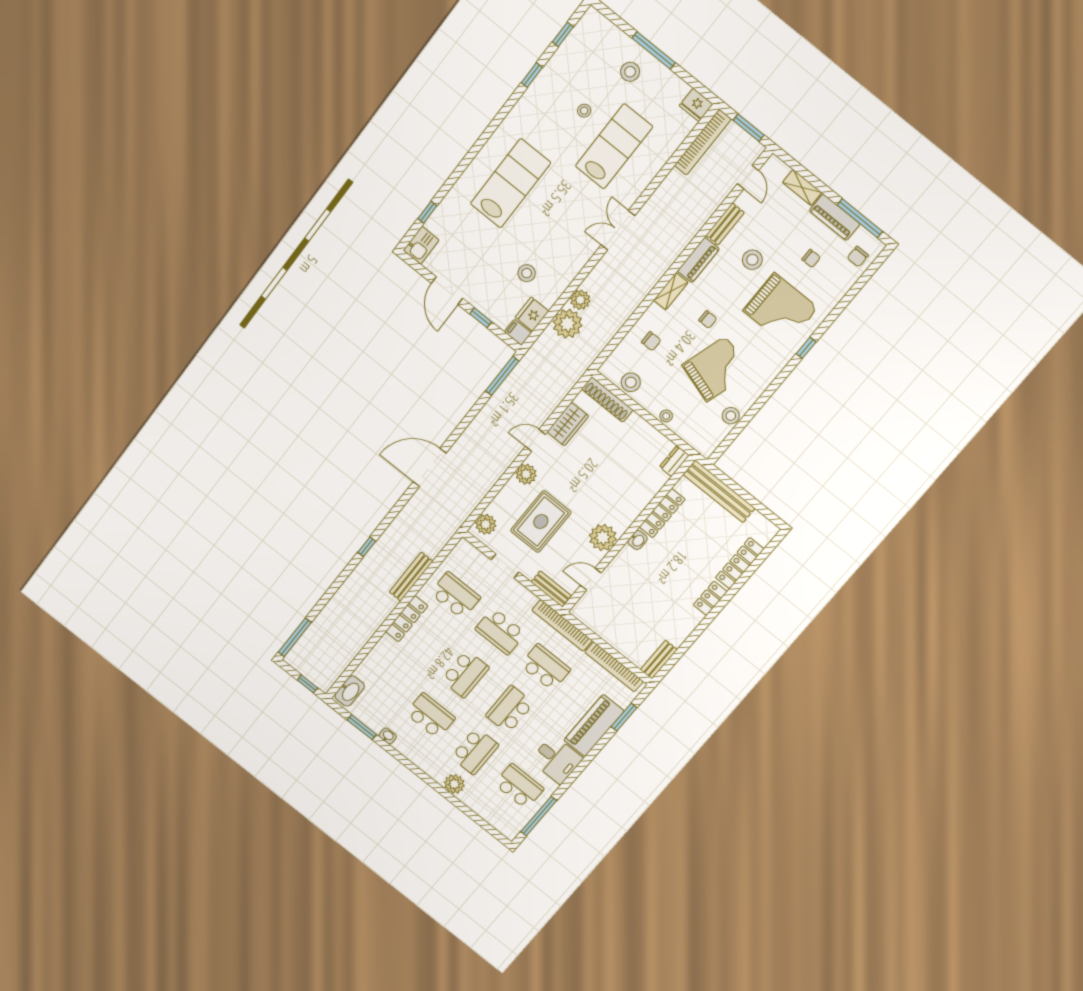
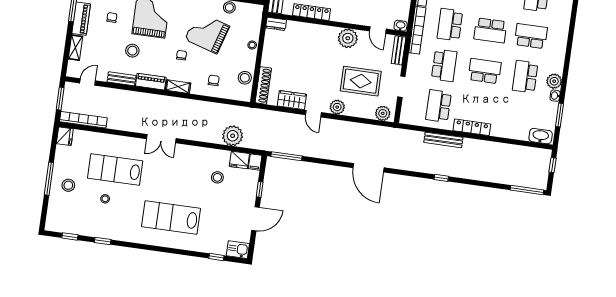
plant: (580, 300) -> (214, 137), removed
washbasin: (638, 540) -> (401, 26), moved
plant: (454, 784) -> (554, 81), moved

